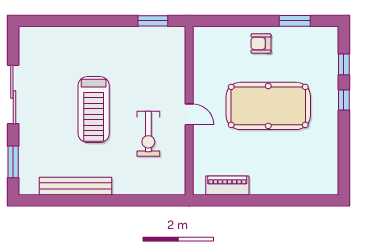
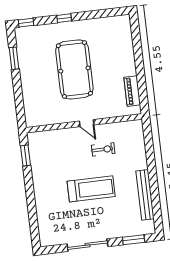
armchair: (261, 43) -> (32, 80), removed
window: (344, 64) -> (26, 23), moved
door: (189, 114) -> (87, 123), swing flipped
exercise bike: (148, 134) -> (103, 149), width x0.73, depth x0.72

